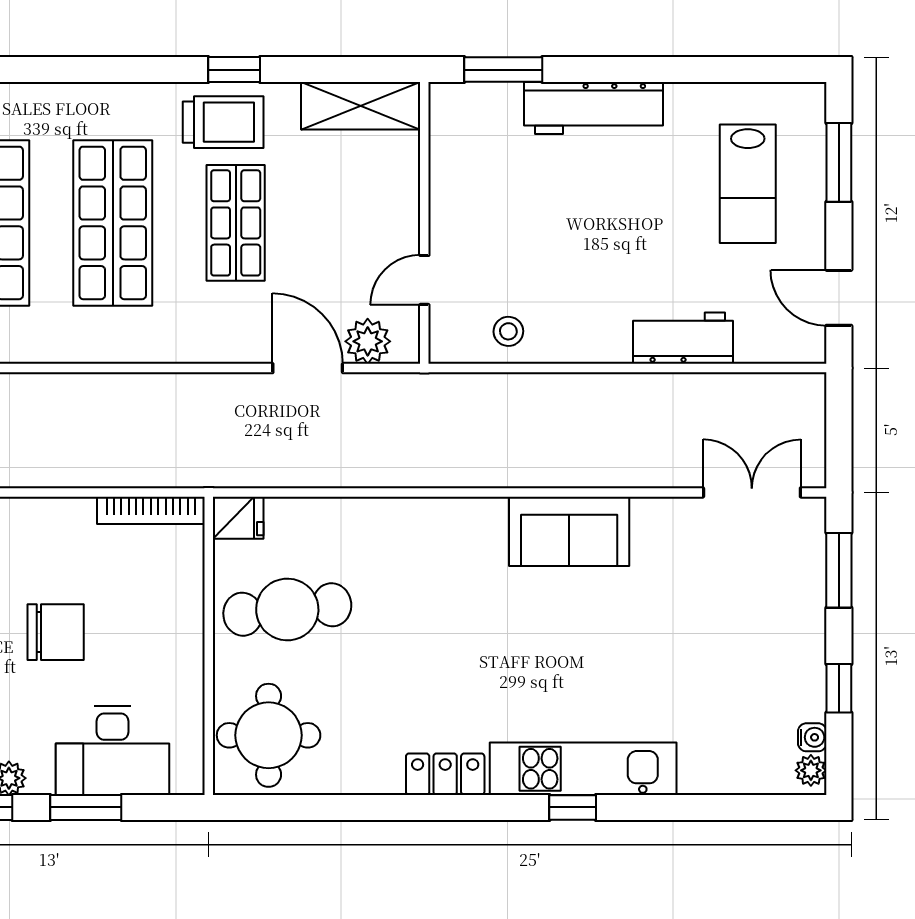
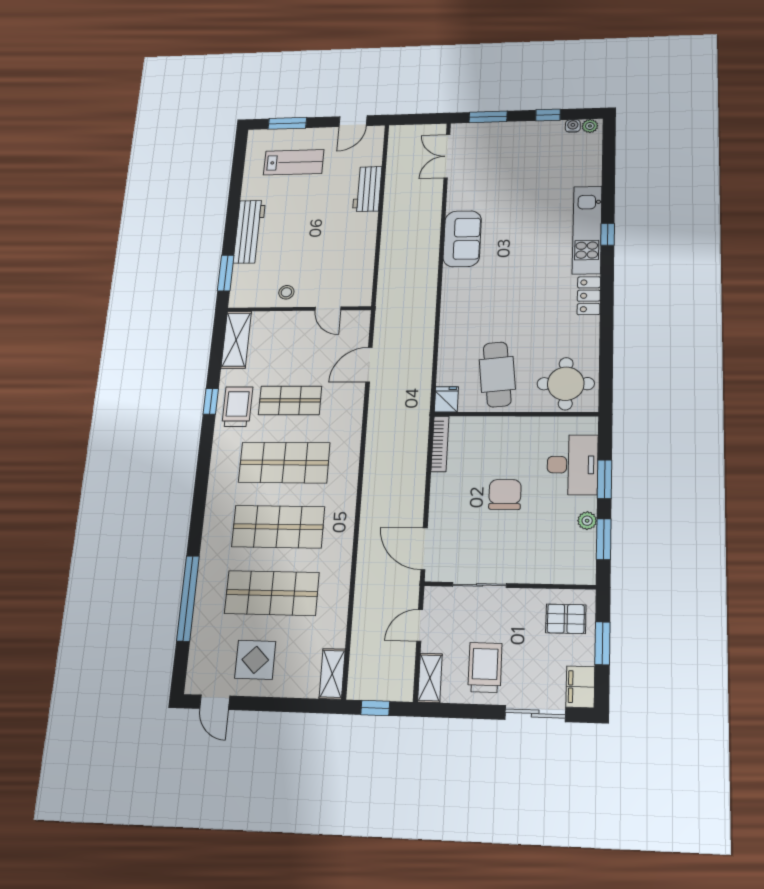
stool: (508, 331) -> (286, 292), moved
plant: (368, 341) -> (357, 335), removed

